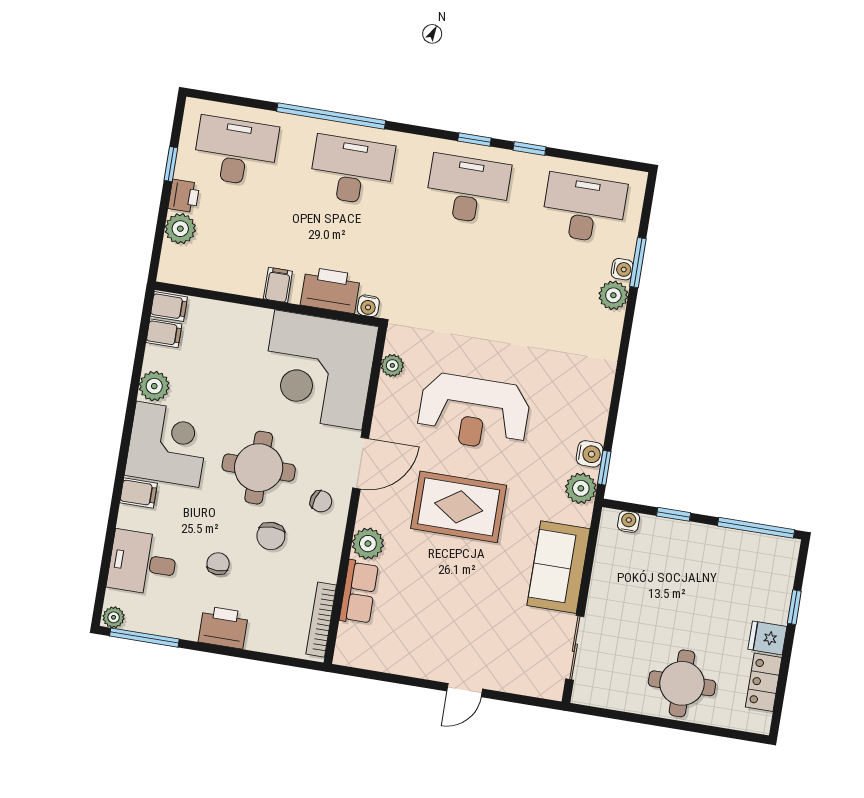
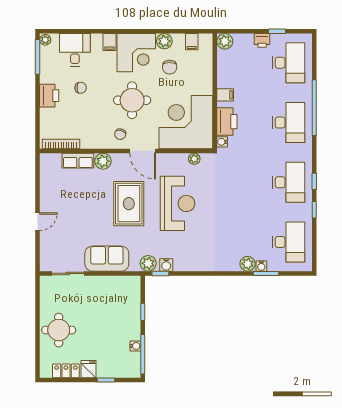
plant: (180, 229) -> (225, 41), moved
filing cabinet: (169, 307) -> (205, 42), removed
reception desk: (474, 412) -> (178, 203), turned 180
water cooler: (629, 522) -> (135, 346), moved
chair: (271, 536) -> (170, 67), moved, turned -90
door: (465, 690) -> (38, 222), swing flipped

